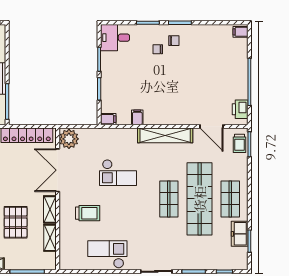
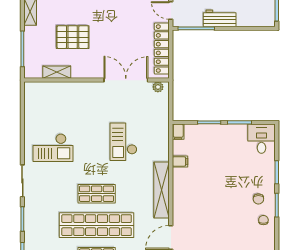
chair: (158, 49) -> (263, 220), moved
plant: (69, 139) -> (158, 87), width x0.53, depth x0.53
shelving: (50, 209) -> (86, 72), removed
trolley: (88, 213) -> (82, 111), removed
checkout: (107, 254) -> (53, 148), moved, turned 90

